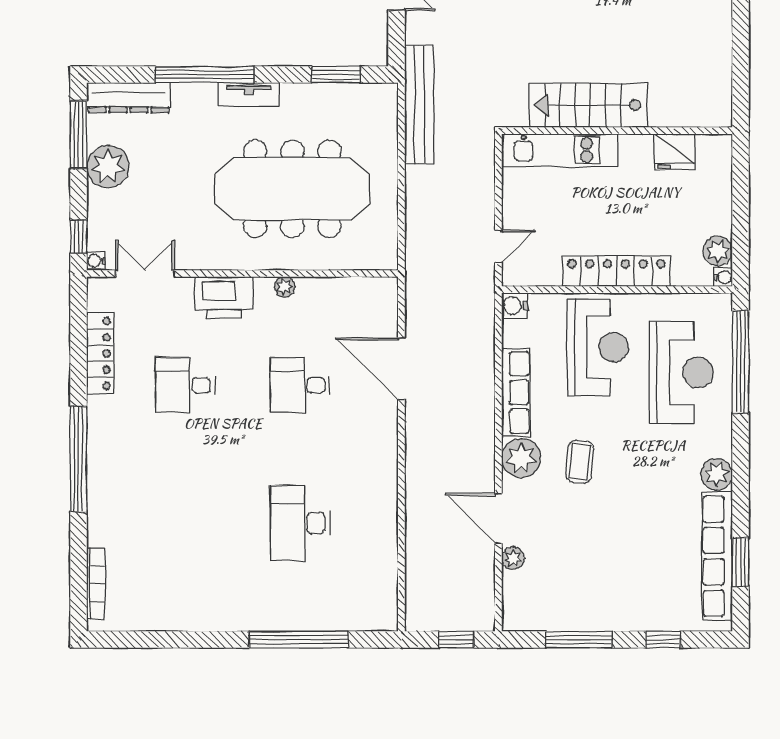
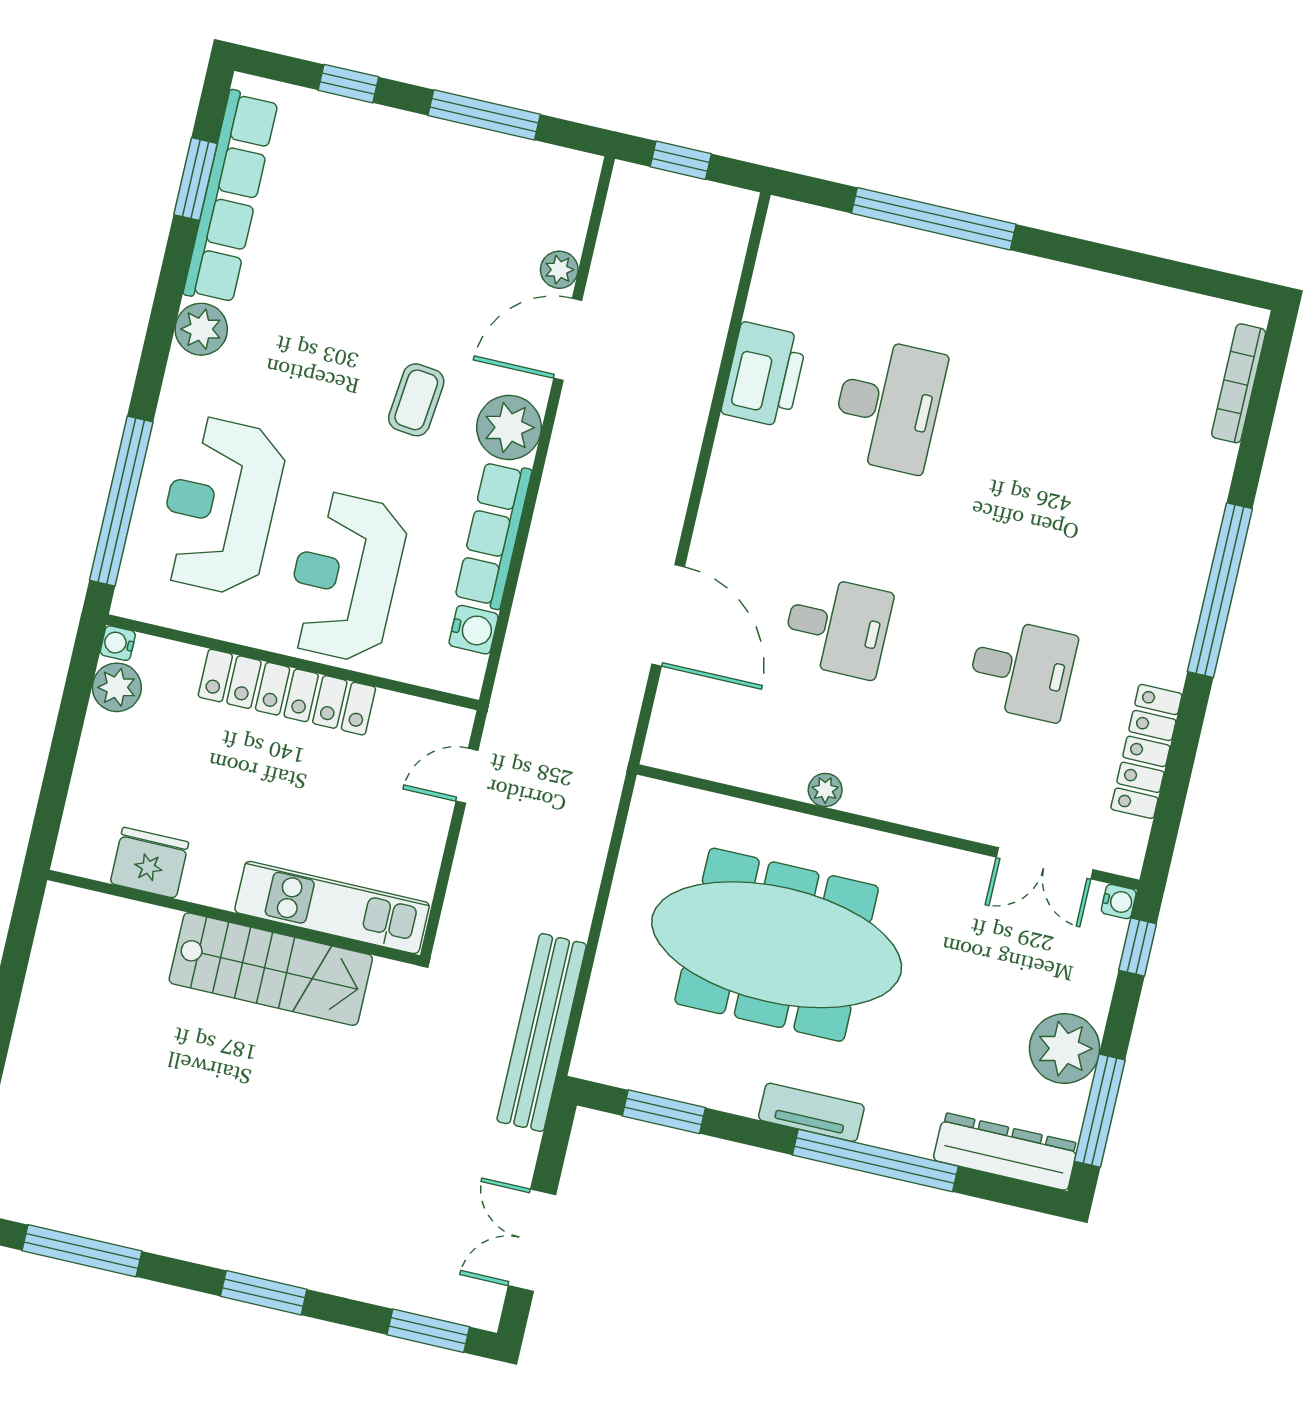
printer: (224, 298) -> (764, 375), moved, turned 90
water cooler: (515, 306) -> (474, 630), moved
door: (498, 518) -> (568, 339), swing flipped

